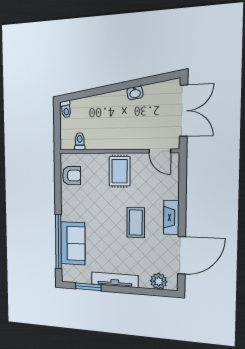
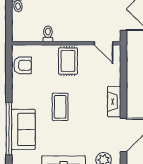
toilet: (80, 141) -> (48, 34), moved
coffee table: (136, 222) -> (60, 107), moved

